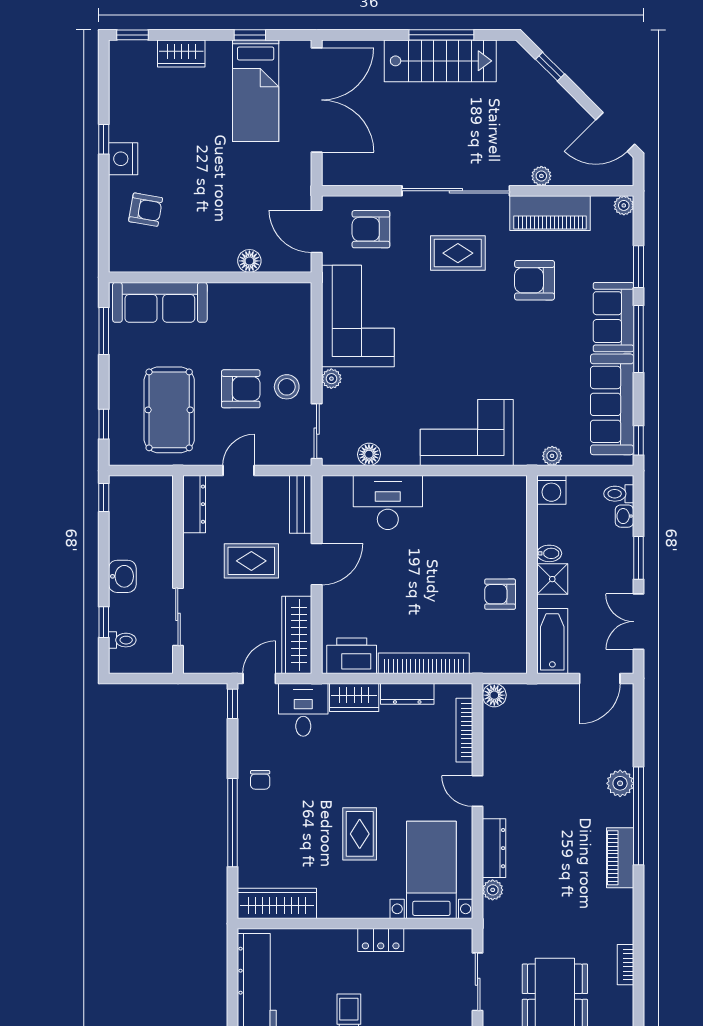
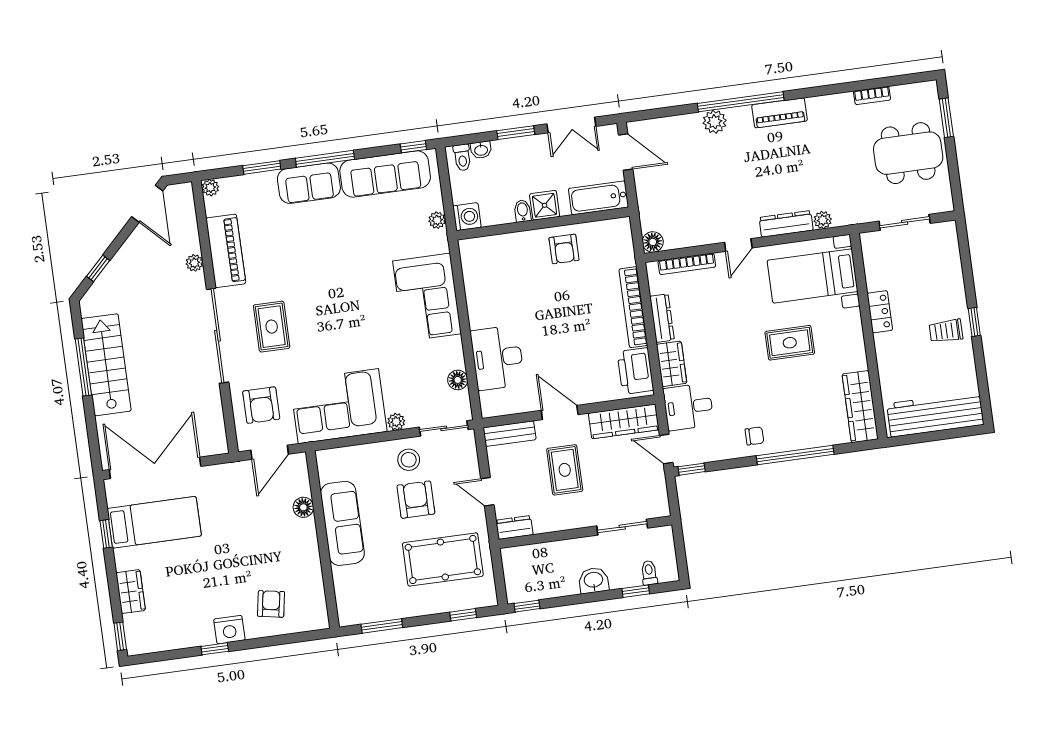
armchair: (535, 280) -> (286, 256), removed
sofa: (160, 302) -> (342, 523), moved
dresser: (194, 504) -> (514, 527), width x0.70

